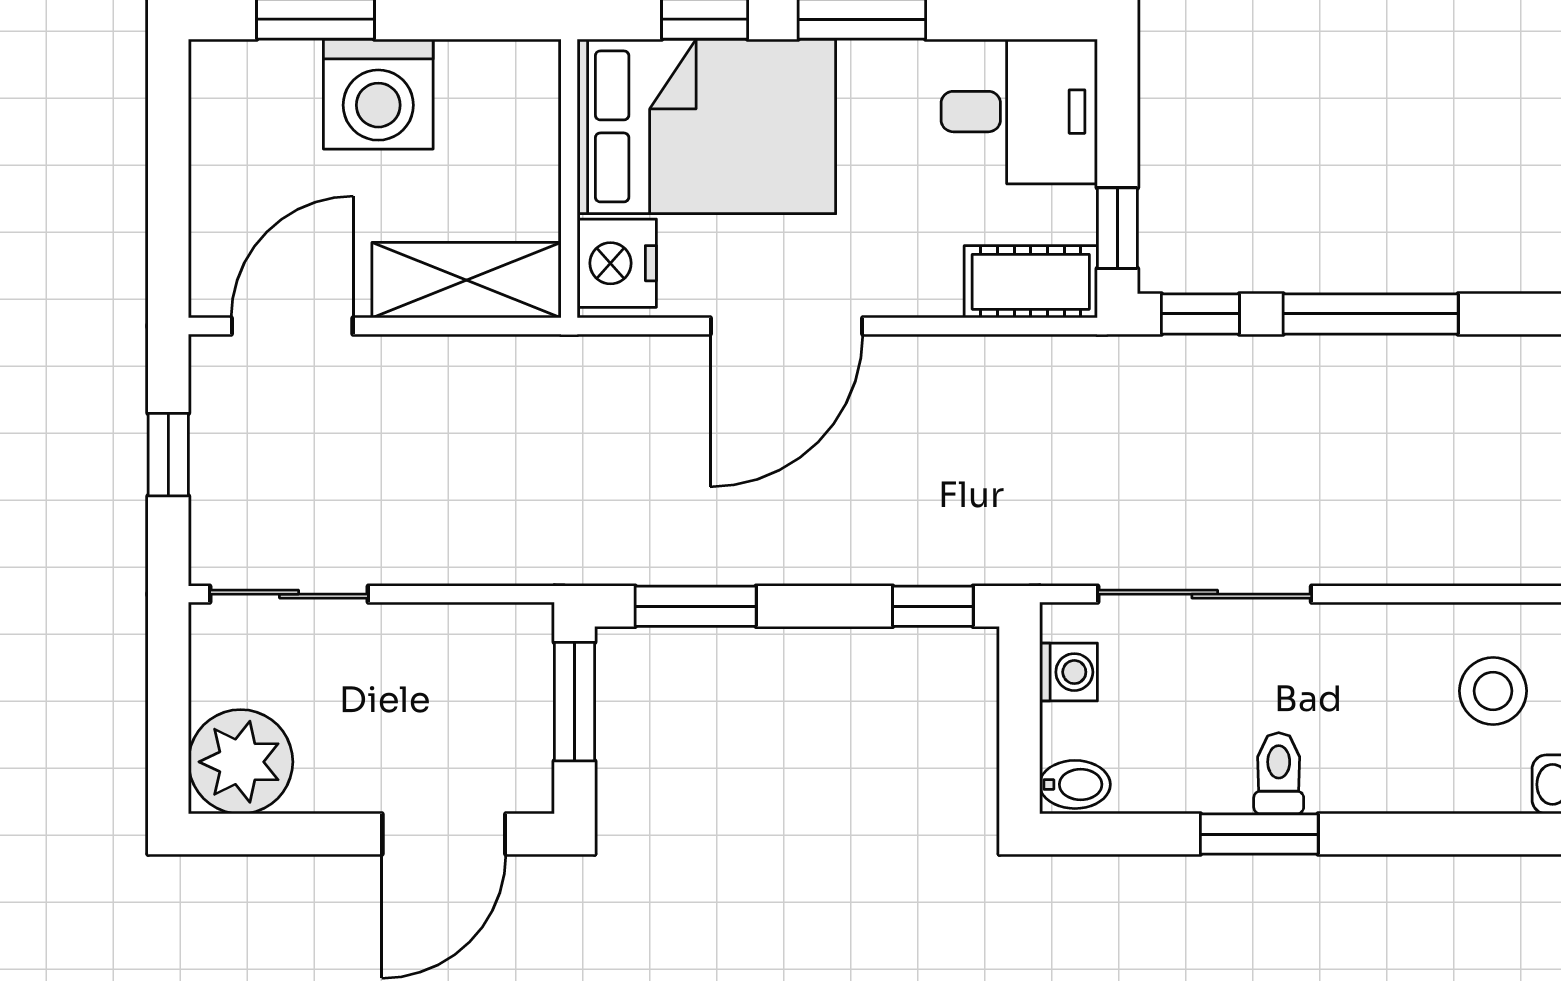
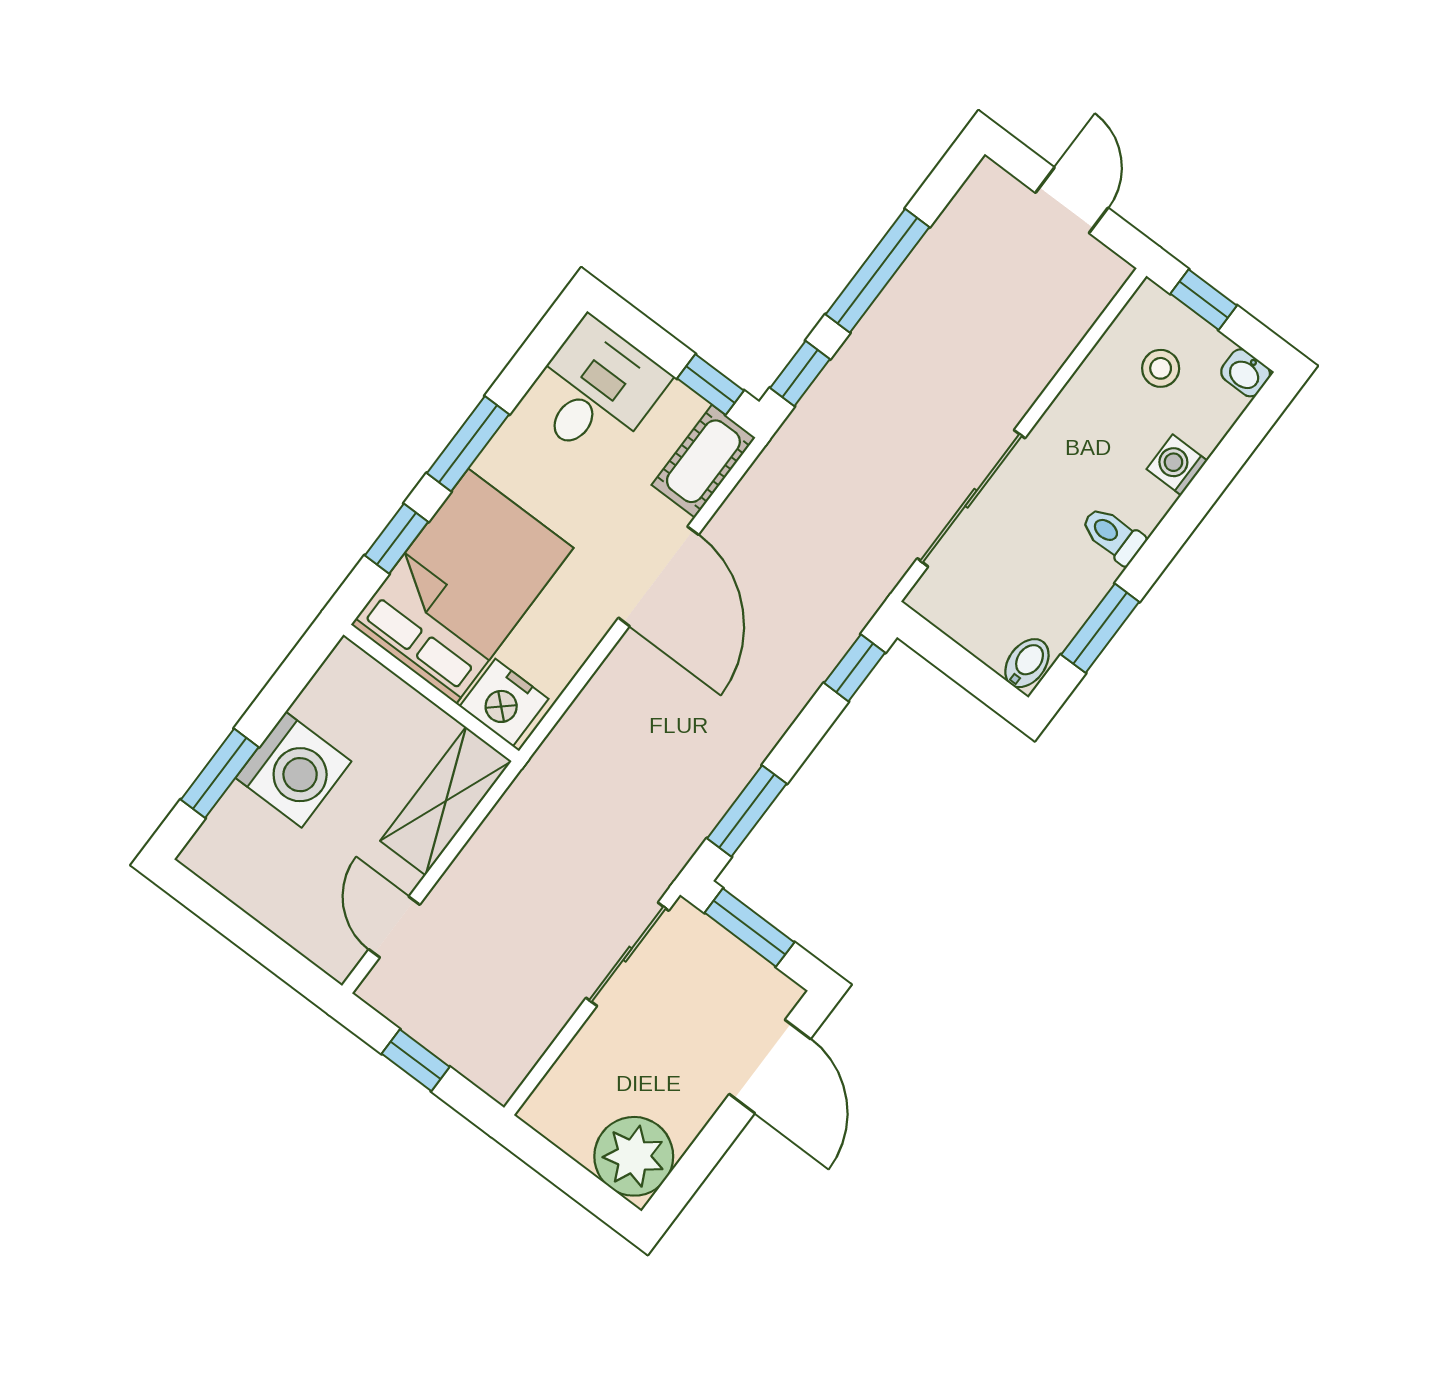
door: (292, 326) -> (394, 927), width x0.73
door: (786, 326) -> (659, 576), moved
sliding door: (289, 594) -> (627, 954), moved
washing machine: (1069, 672) -> (1177, 465), moved, turned -90
stool: (1493, 691) -> (1161, 368), width x0.73, depth x0.73
window: (1259, 834) -> (1100, 628), moved

